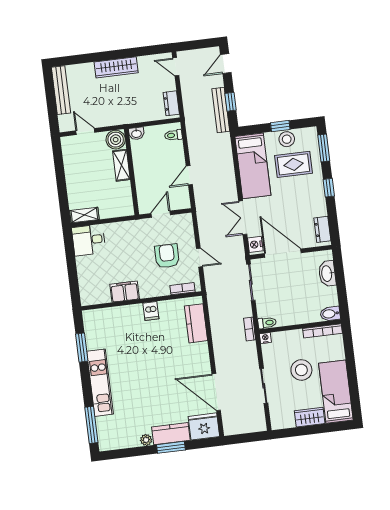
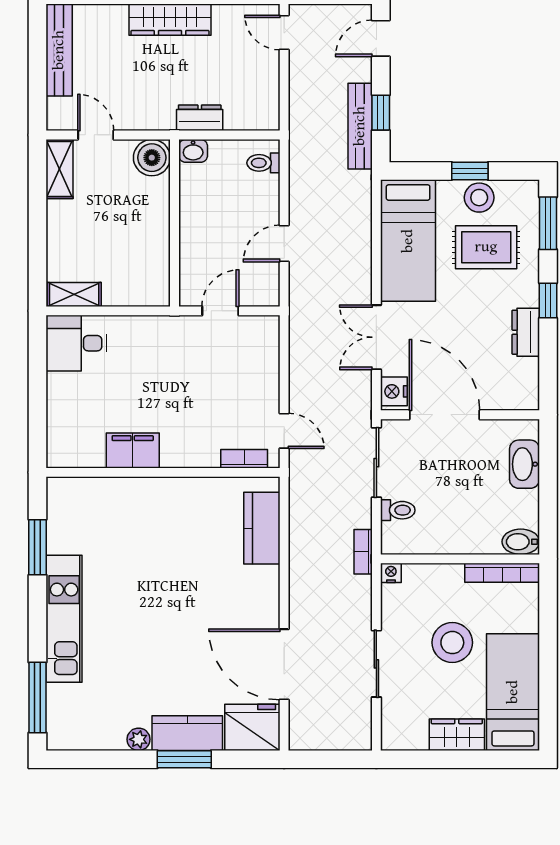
dresser: (171, 103) -> (200, 118), moved, turned 90
shelving: (121, 165) -> (60, 169), moved
dresser: (322, 229) -> (526, 332), moved
armchair: (167, 256) -> (222, 393), removed
door: (199, 258) -> (284, 431), moved
dishwasher: (151, 311) -> (178, 494), removed
toilet: (267, 323) -> (398, 510), moved

